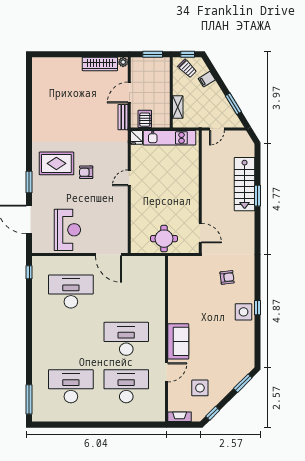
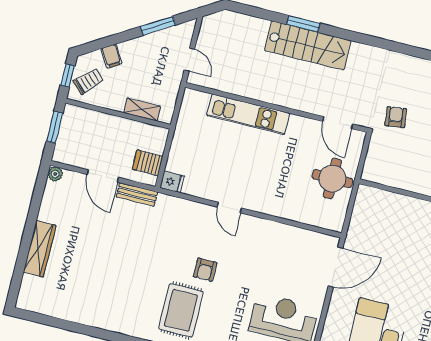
wardrobe: (100, 64) -> (40, 249), moved
kitchen unit: (169, 138) -> (248, 114), moved, turned 90
stairs: (245, 184) -> (308, 45), moved
door: (200, 233) -> (338, 123), swing flipped
armchair: (227, 277) -> (396, 117), moved

